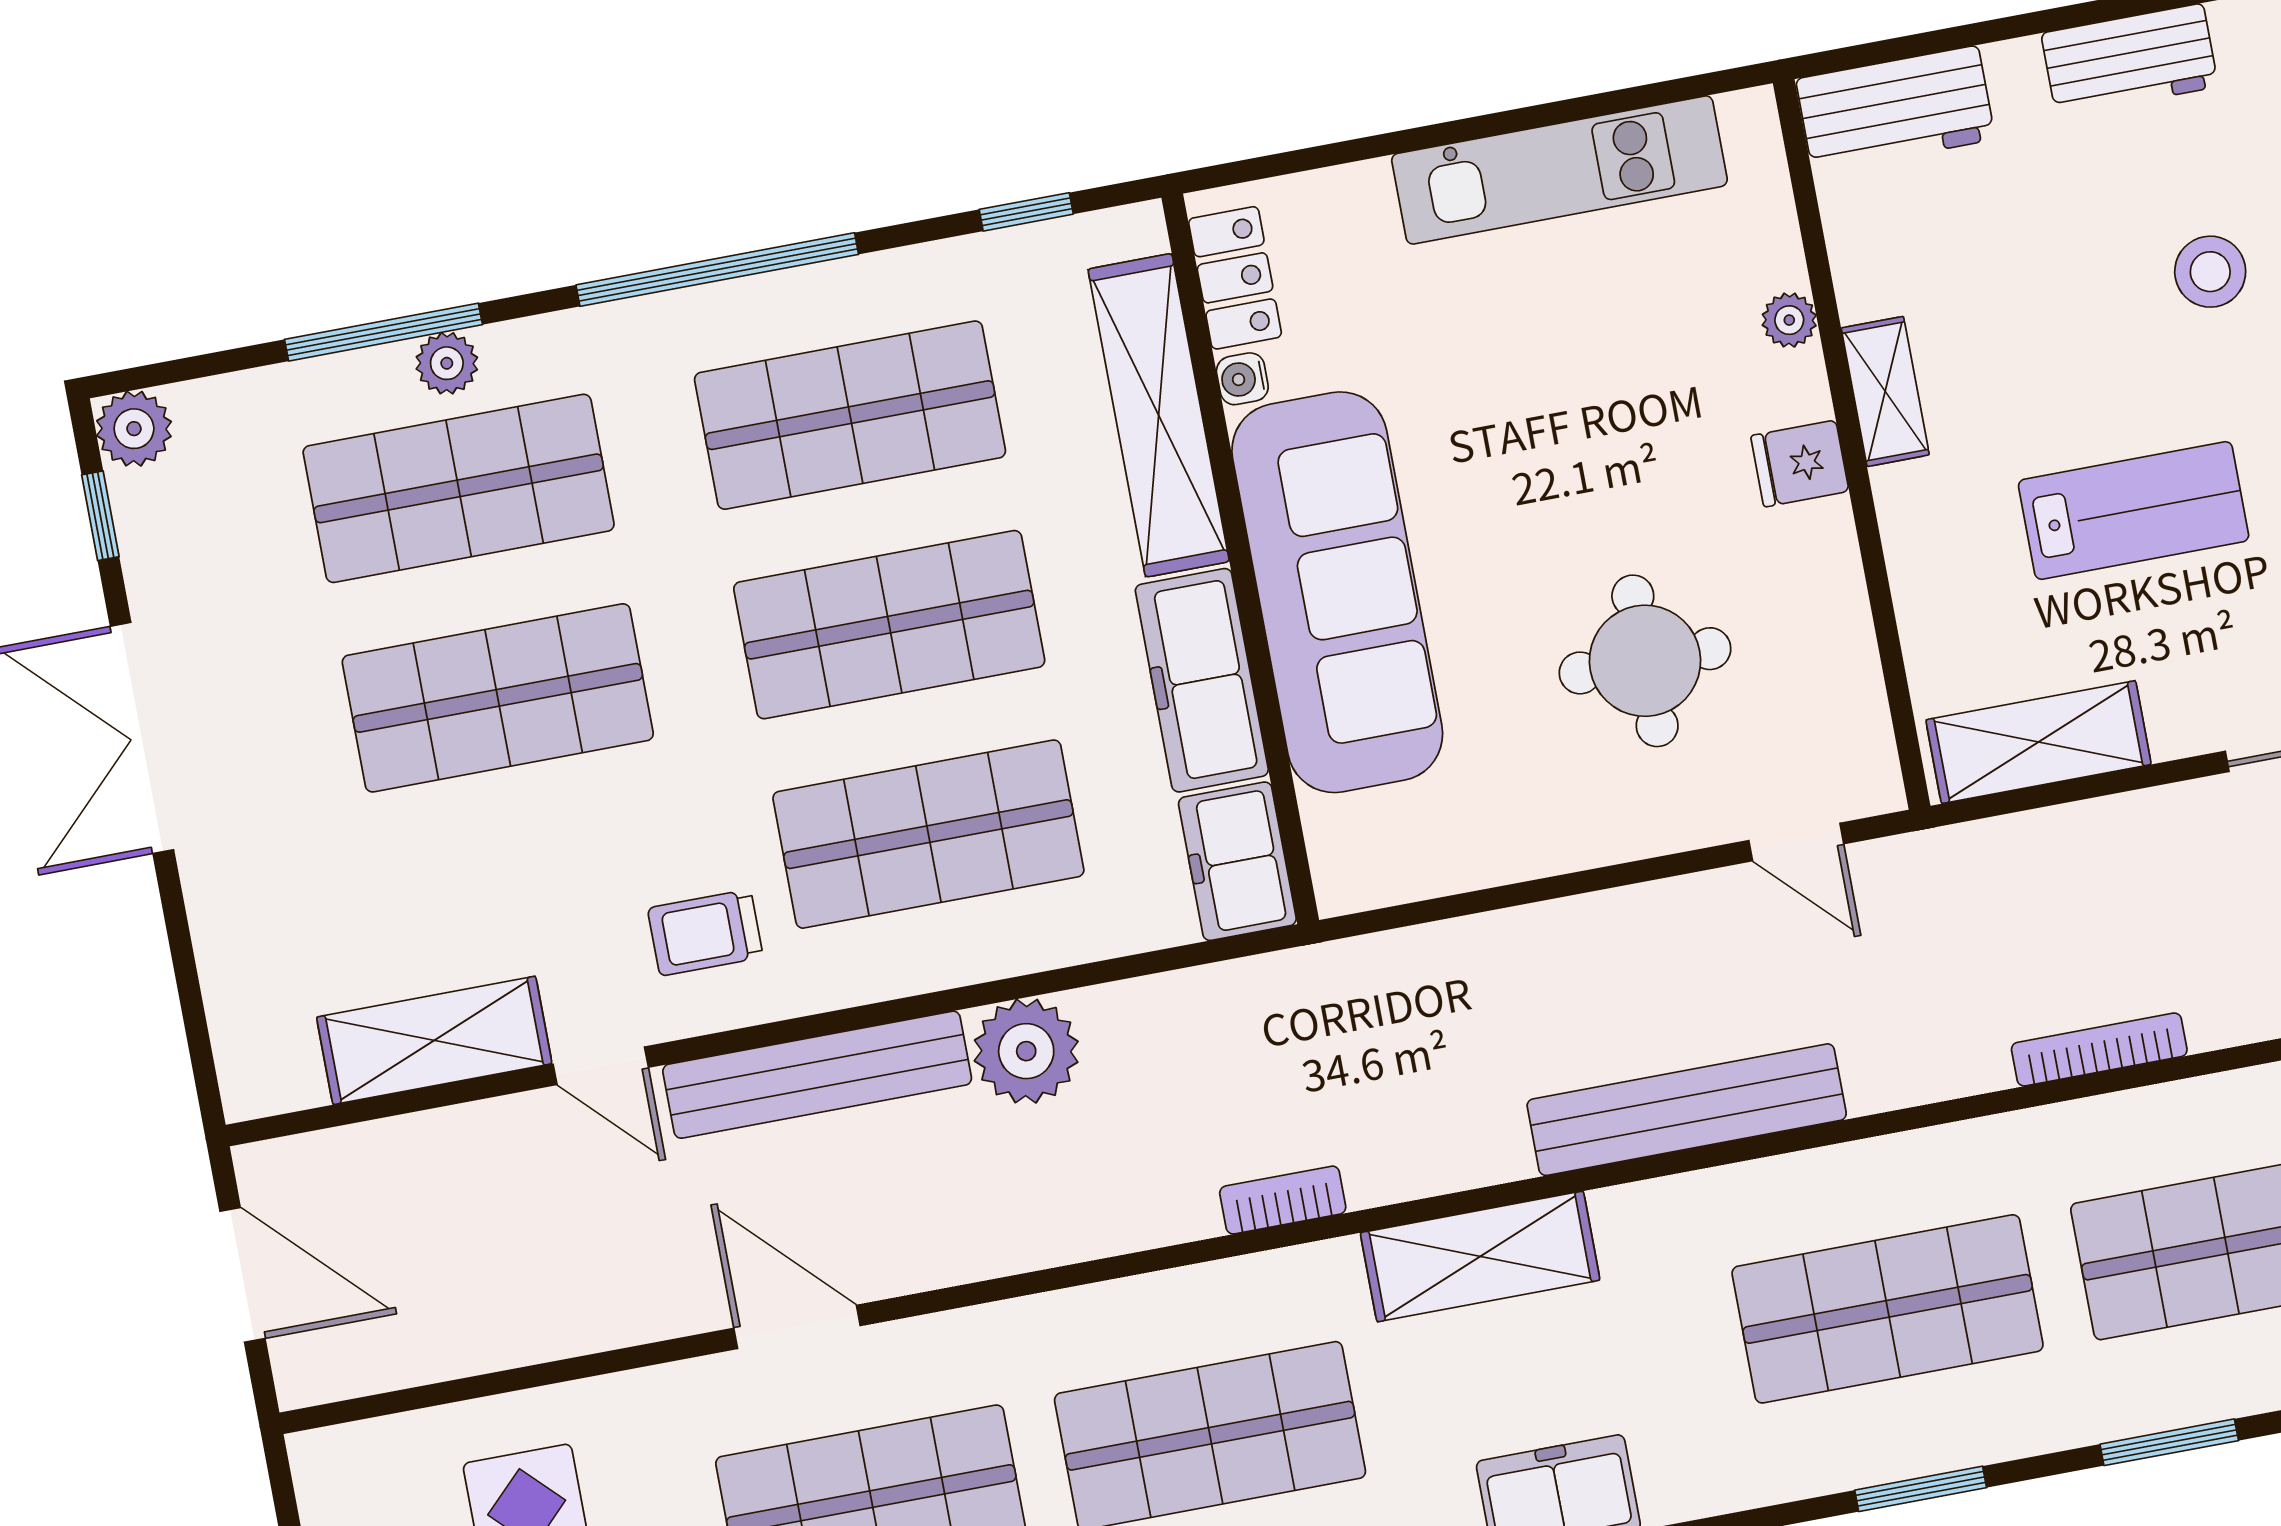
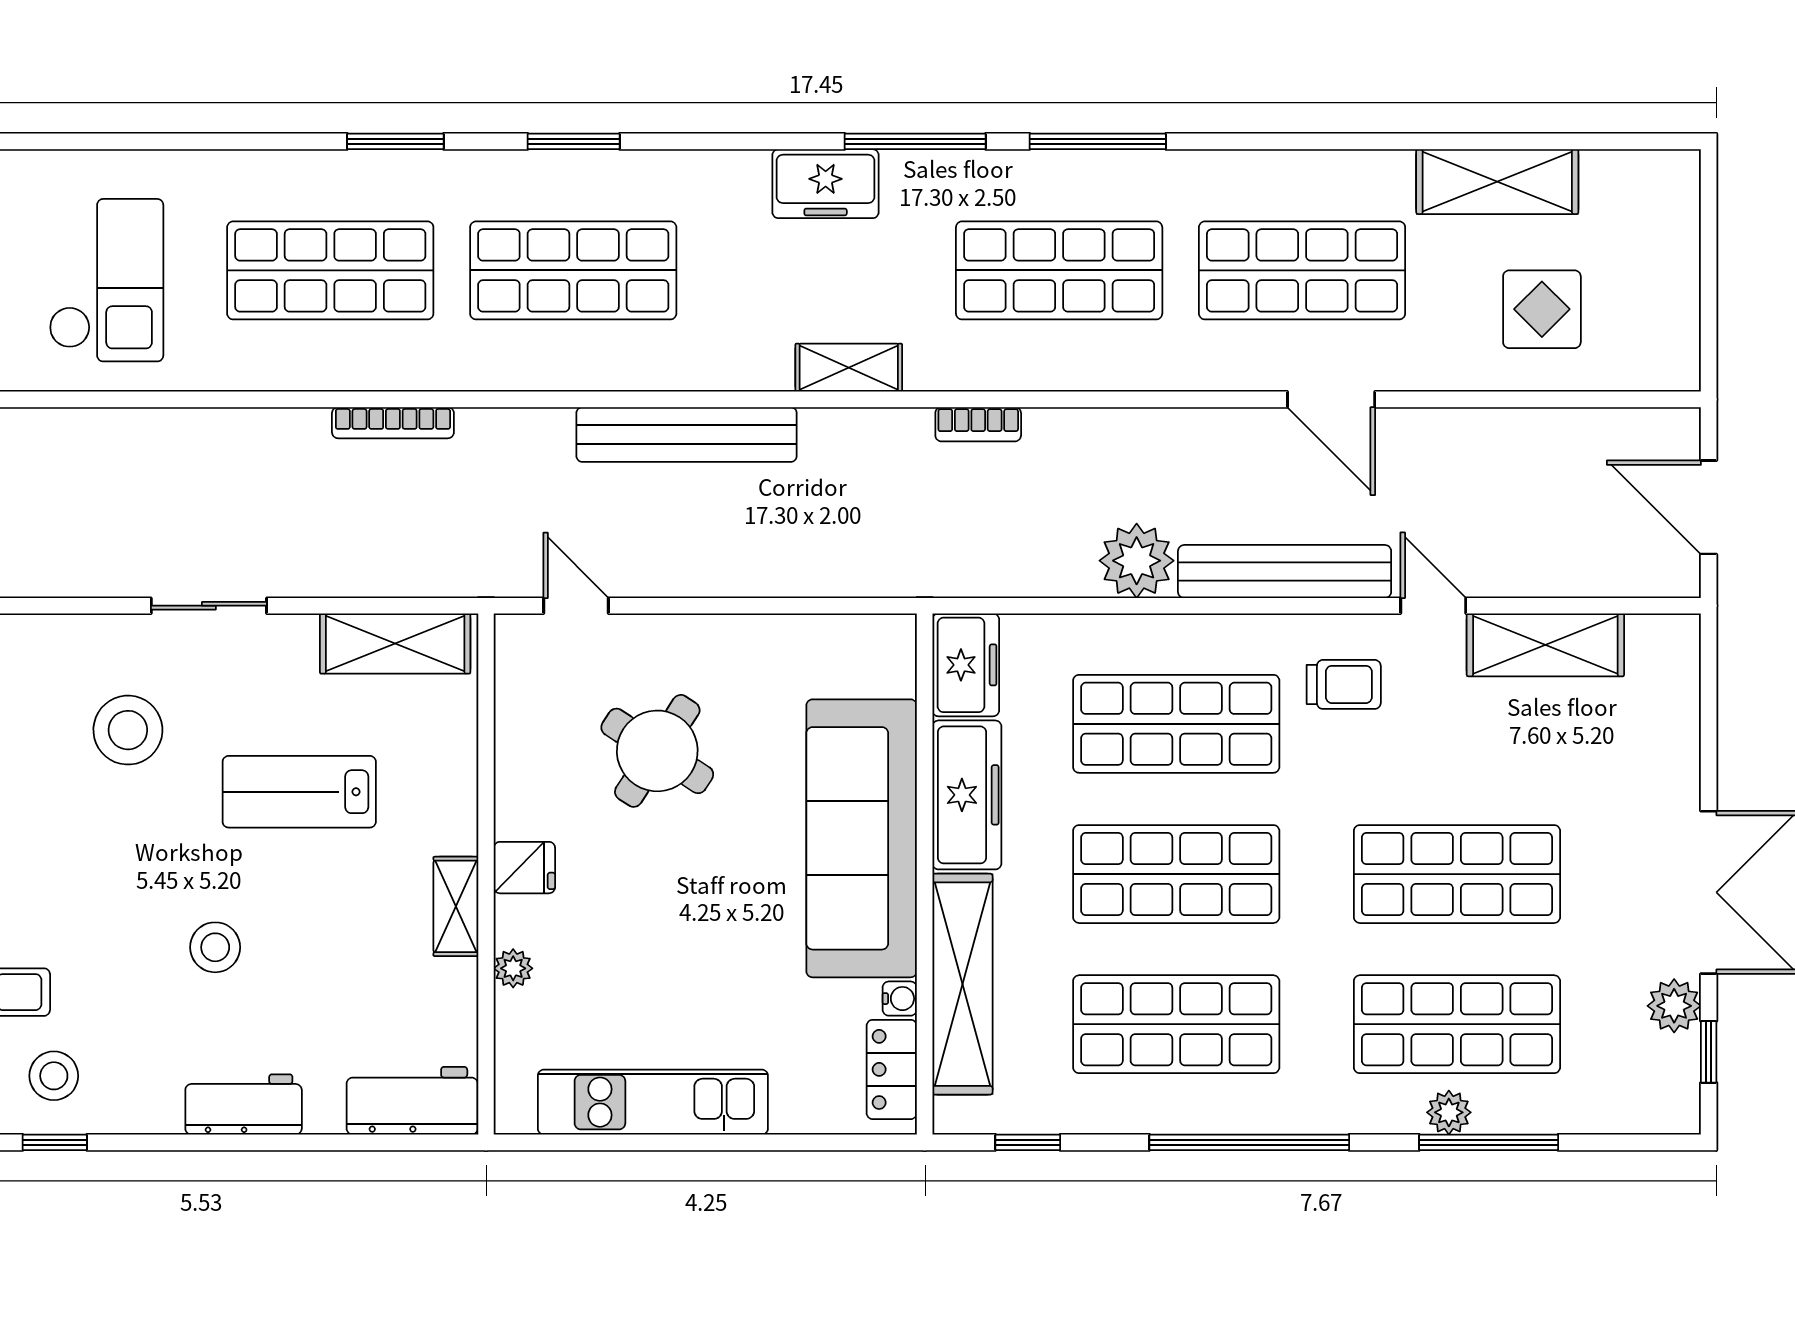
plant: (134, 429) -> (1674, 1006), moved
round table: (1645, 661) -> (657, 751), turned 33
shelving: (1480, 1256) -> (849, 368), width x0.67, depth x0.75

